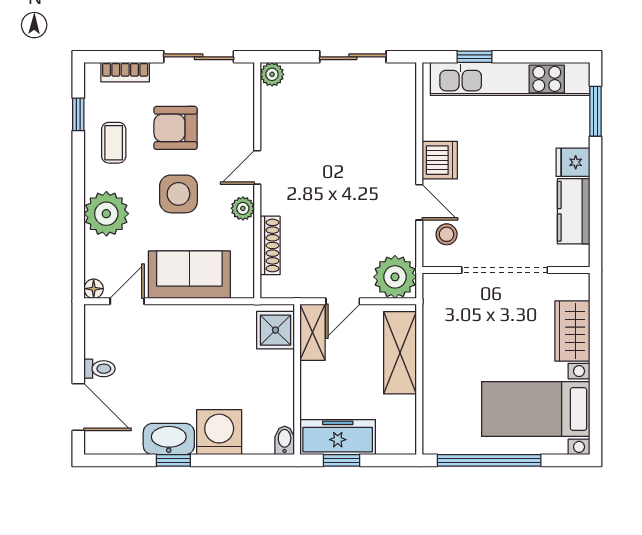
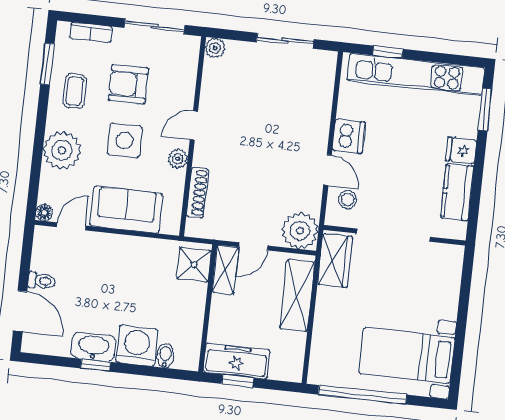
window: (78, 114) -> (47, 64), width x1.50
wardrobe: (572, 331) -> (335, 260), moved, turned 180
bidet: (285, 440) -> (165, 356), moved

